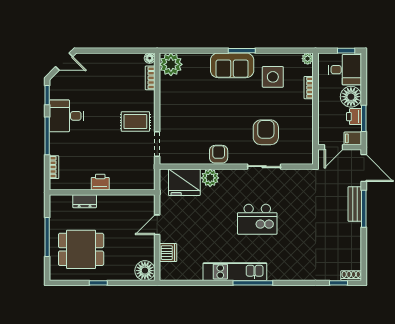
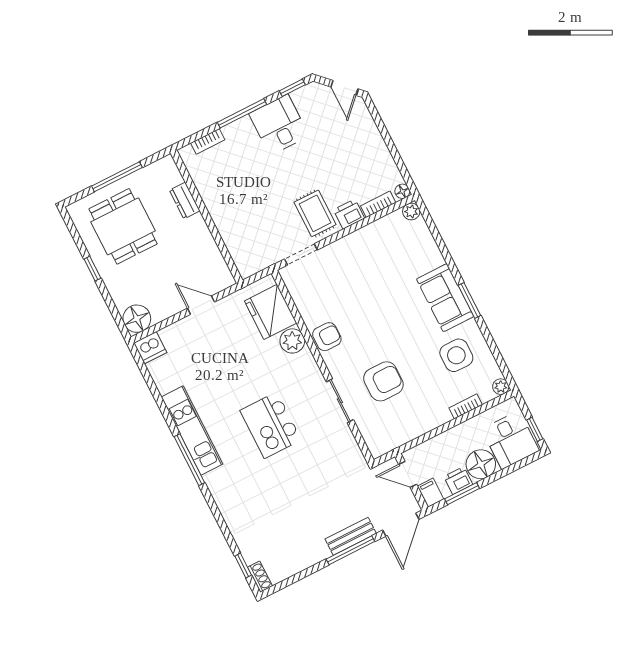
plant: (171, 64) -> (411, 211), width x0.53, depth x0.53
printer: (100, 182) -> (349, 214), moved, turned -90
dishwasher: (168, 253) -> (150, 348), moved

